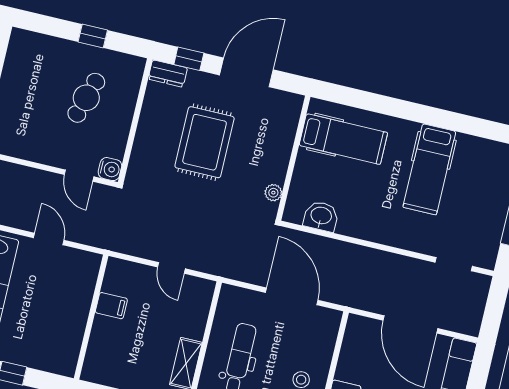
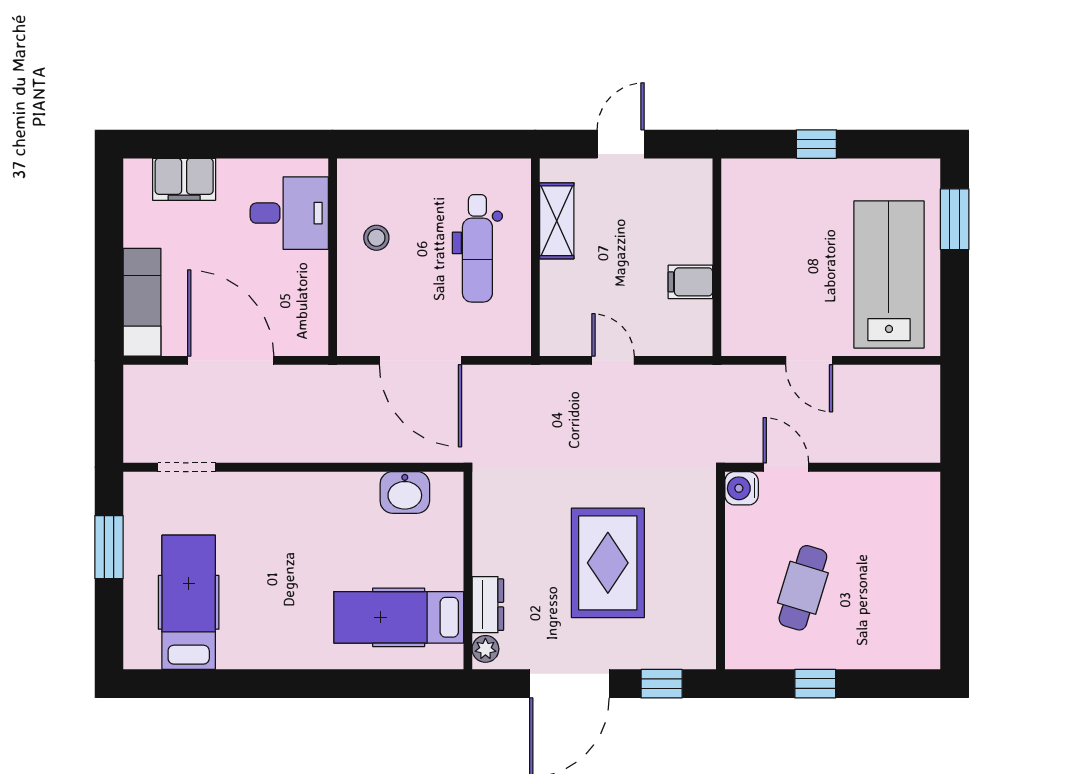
dresser: (168, 74) -> (488, 605), moved, turned 90
hospital bed: (429, 169) -> (189, 602), moved
plant: (273, 193) -> (485, 649), moved

